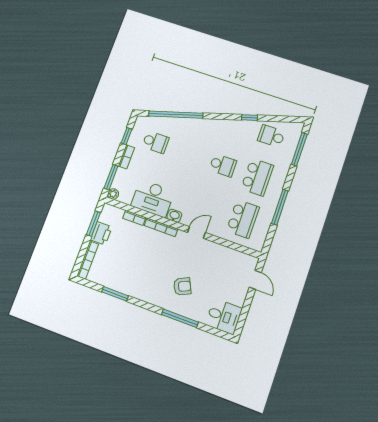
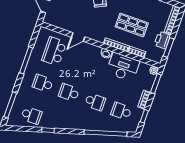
school desk: (189, 154) -> (95, 102), added
school desk: (257, 177) -> (43, 83), width x0.54
door: (196, 233) -> (78, 37), moved
shop shelf: (140, 254) -> (132, 25), added

